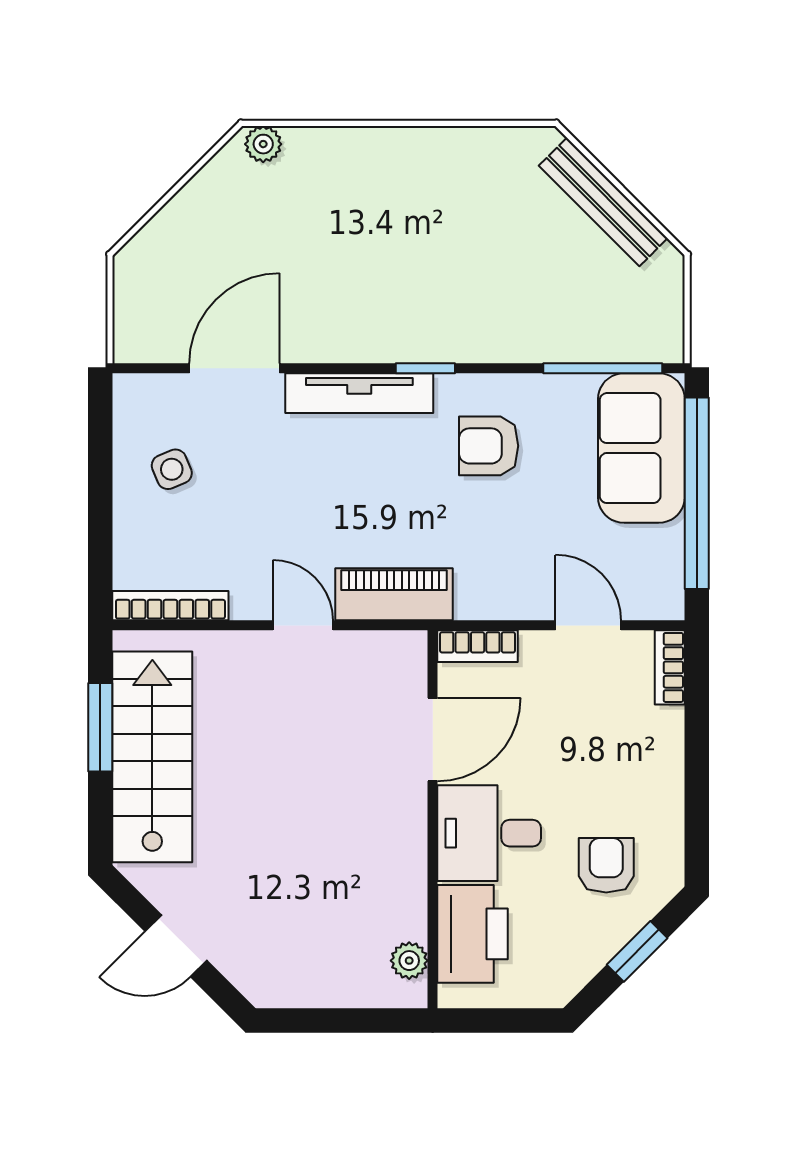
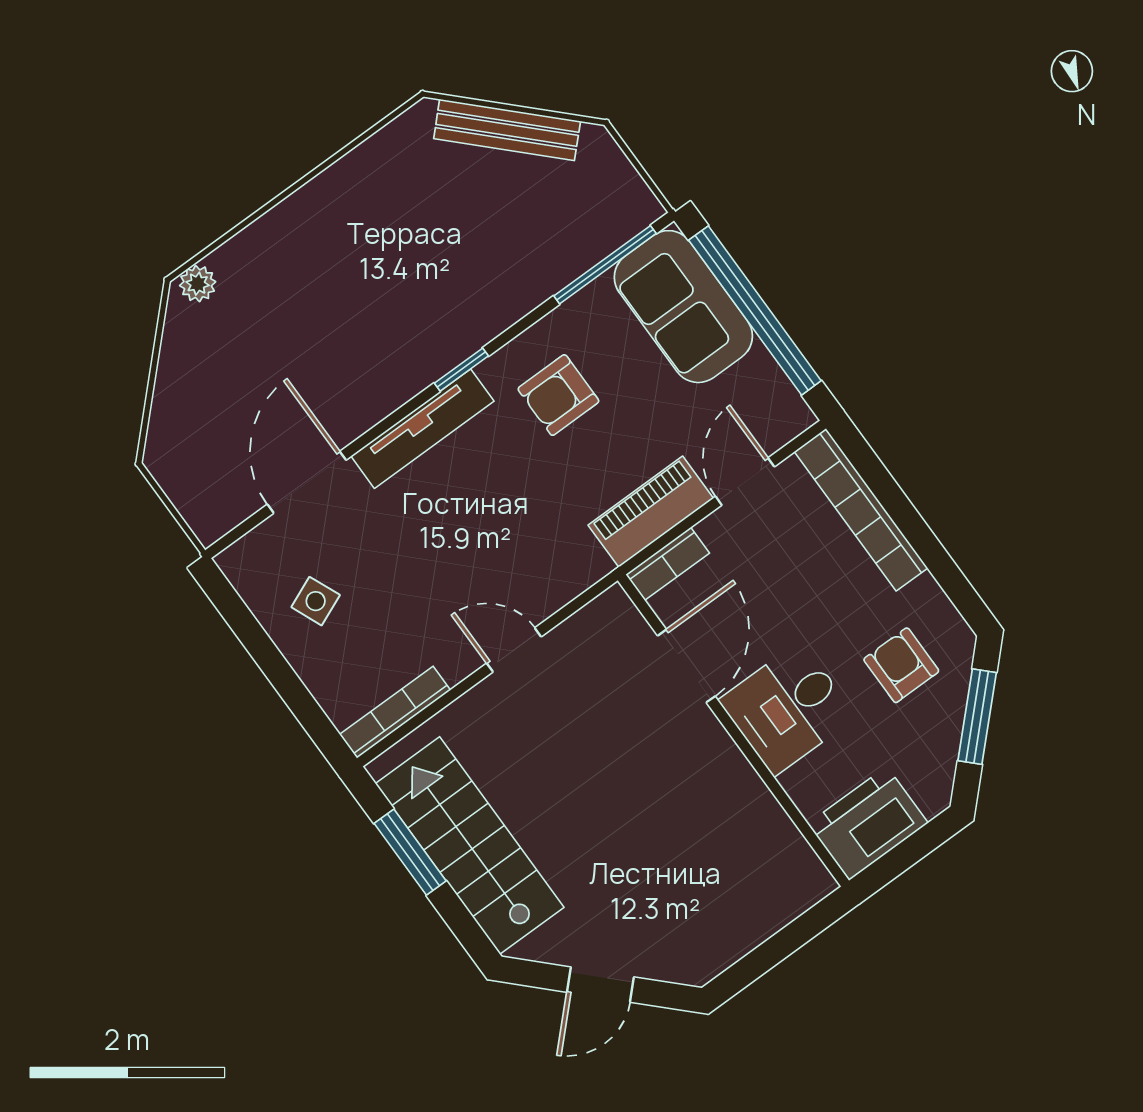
piano: (394, 594) -> (651, 512), moved
door: (588, 625) -> (745, 481), hinge flipped
bookcase: (670, 667) -> (861, 510), width x2.31, depth x1.31
printer: (473, 934) -> (868, 823), moved, turned -90
window: (637, 951) -> (977, 717), width x1.50
plant: (409, 961) -> (798, 859), removed

